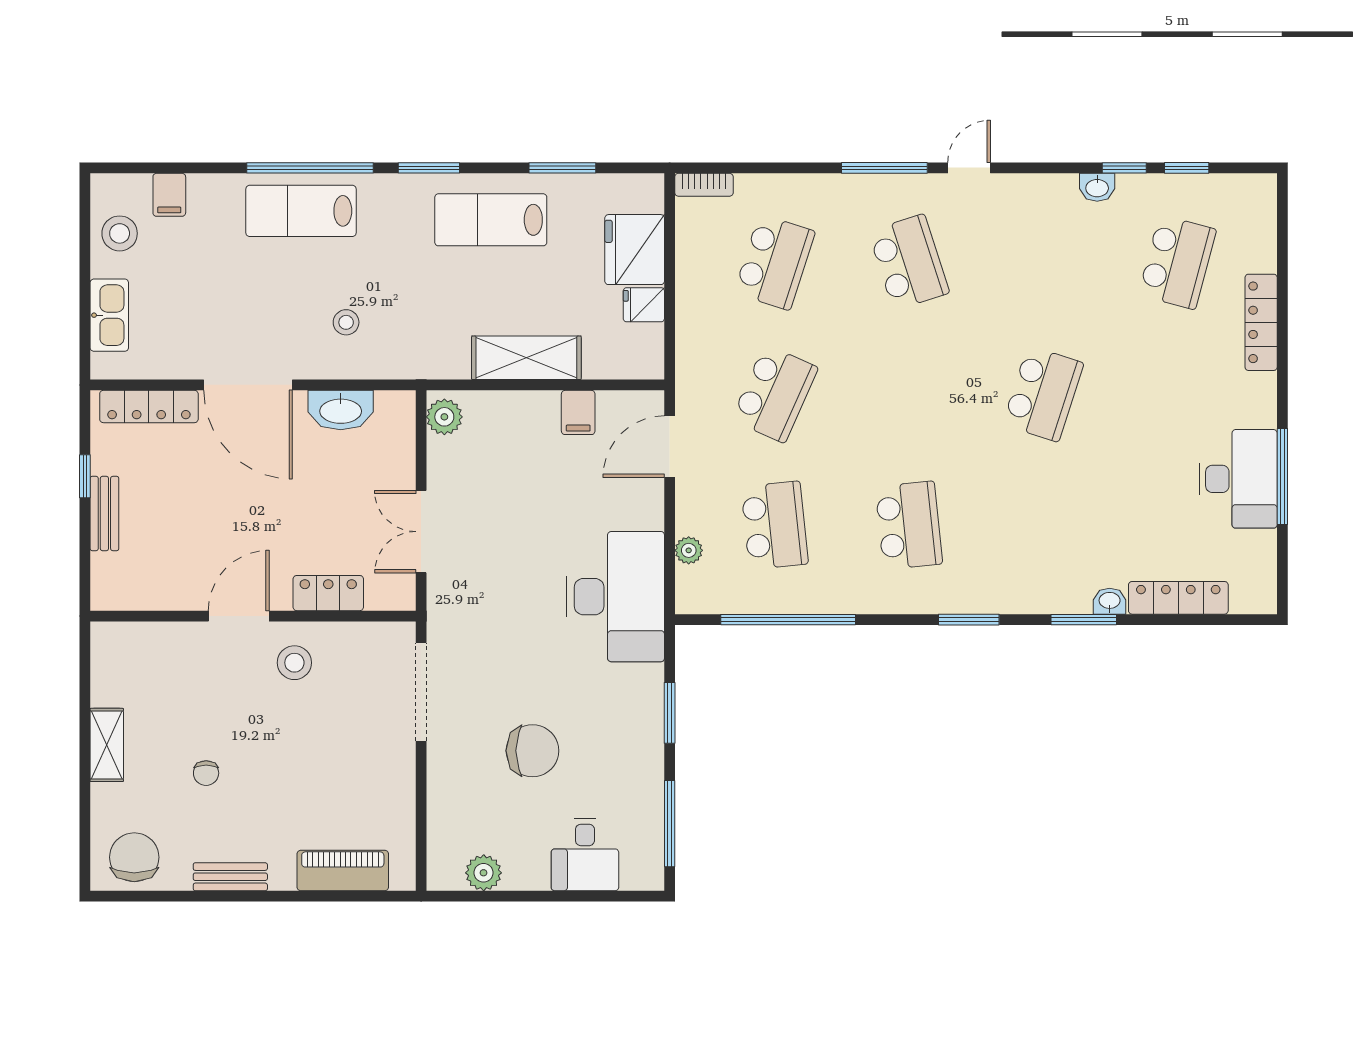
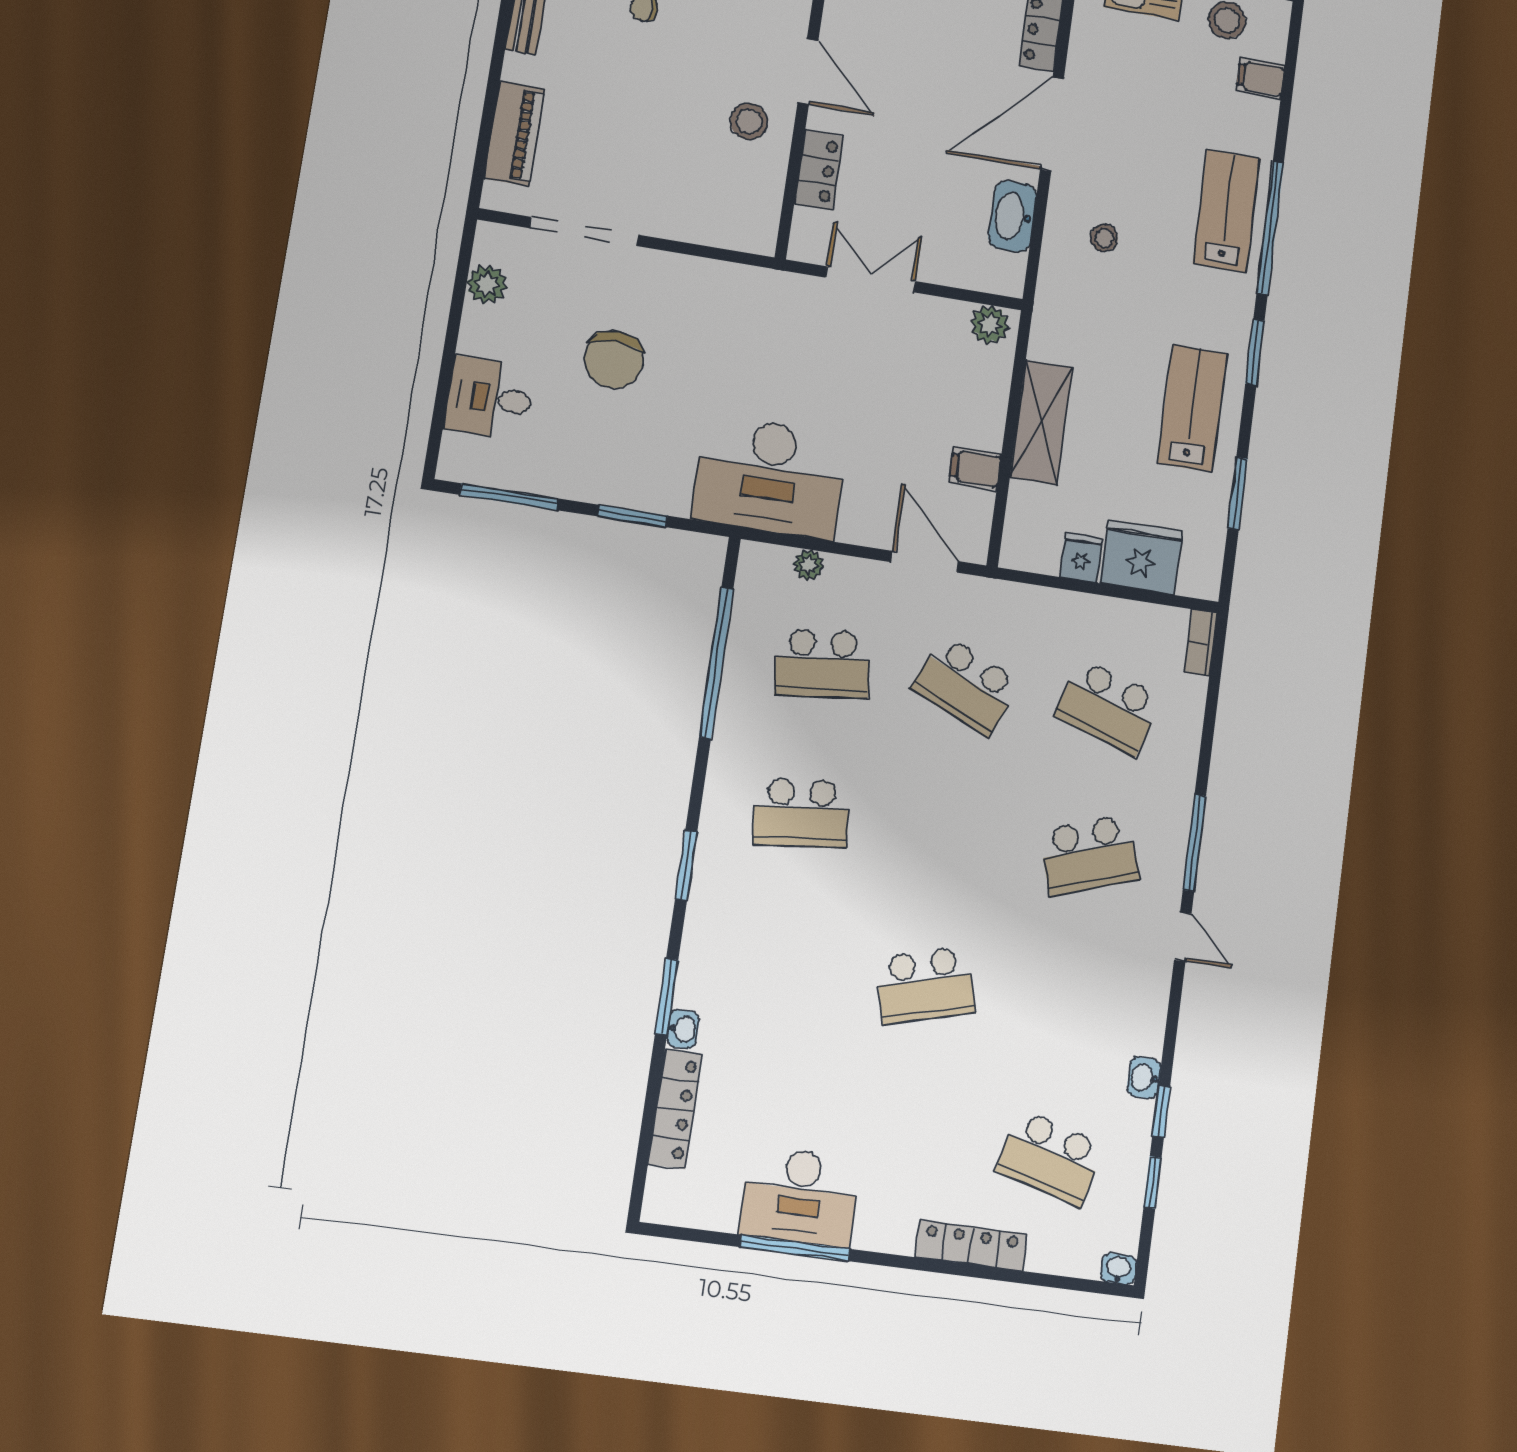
washbasin: (1265, 189) -> (1119, 1269), added
school desk: (1043, 394) -> (926, 985), turned -33
doorway: (421, 692) -> (584, 231), moved

